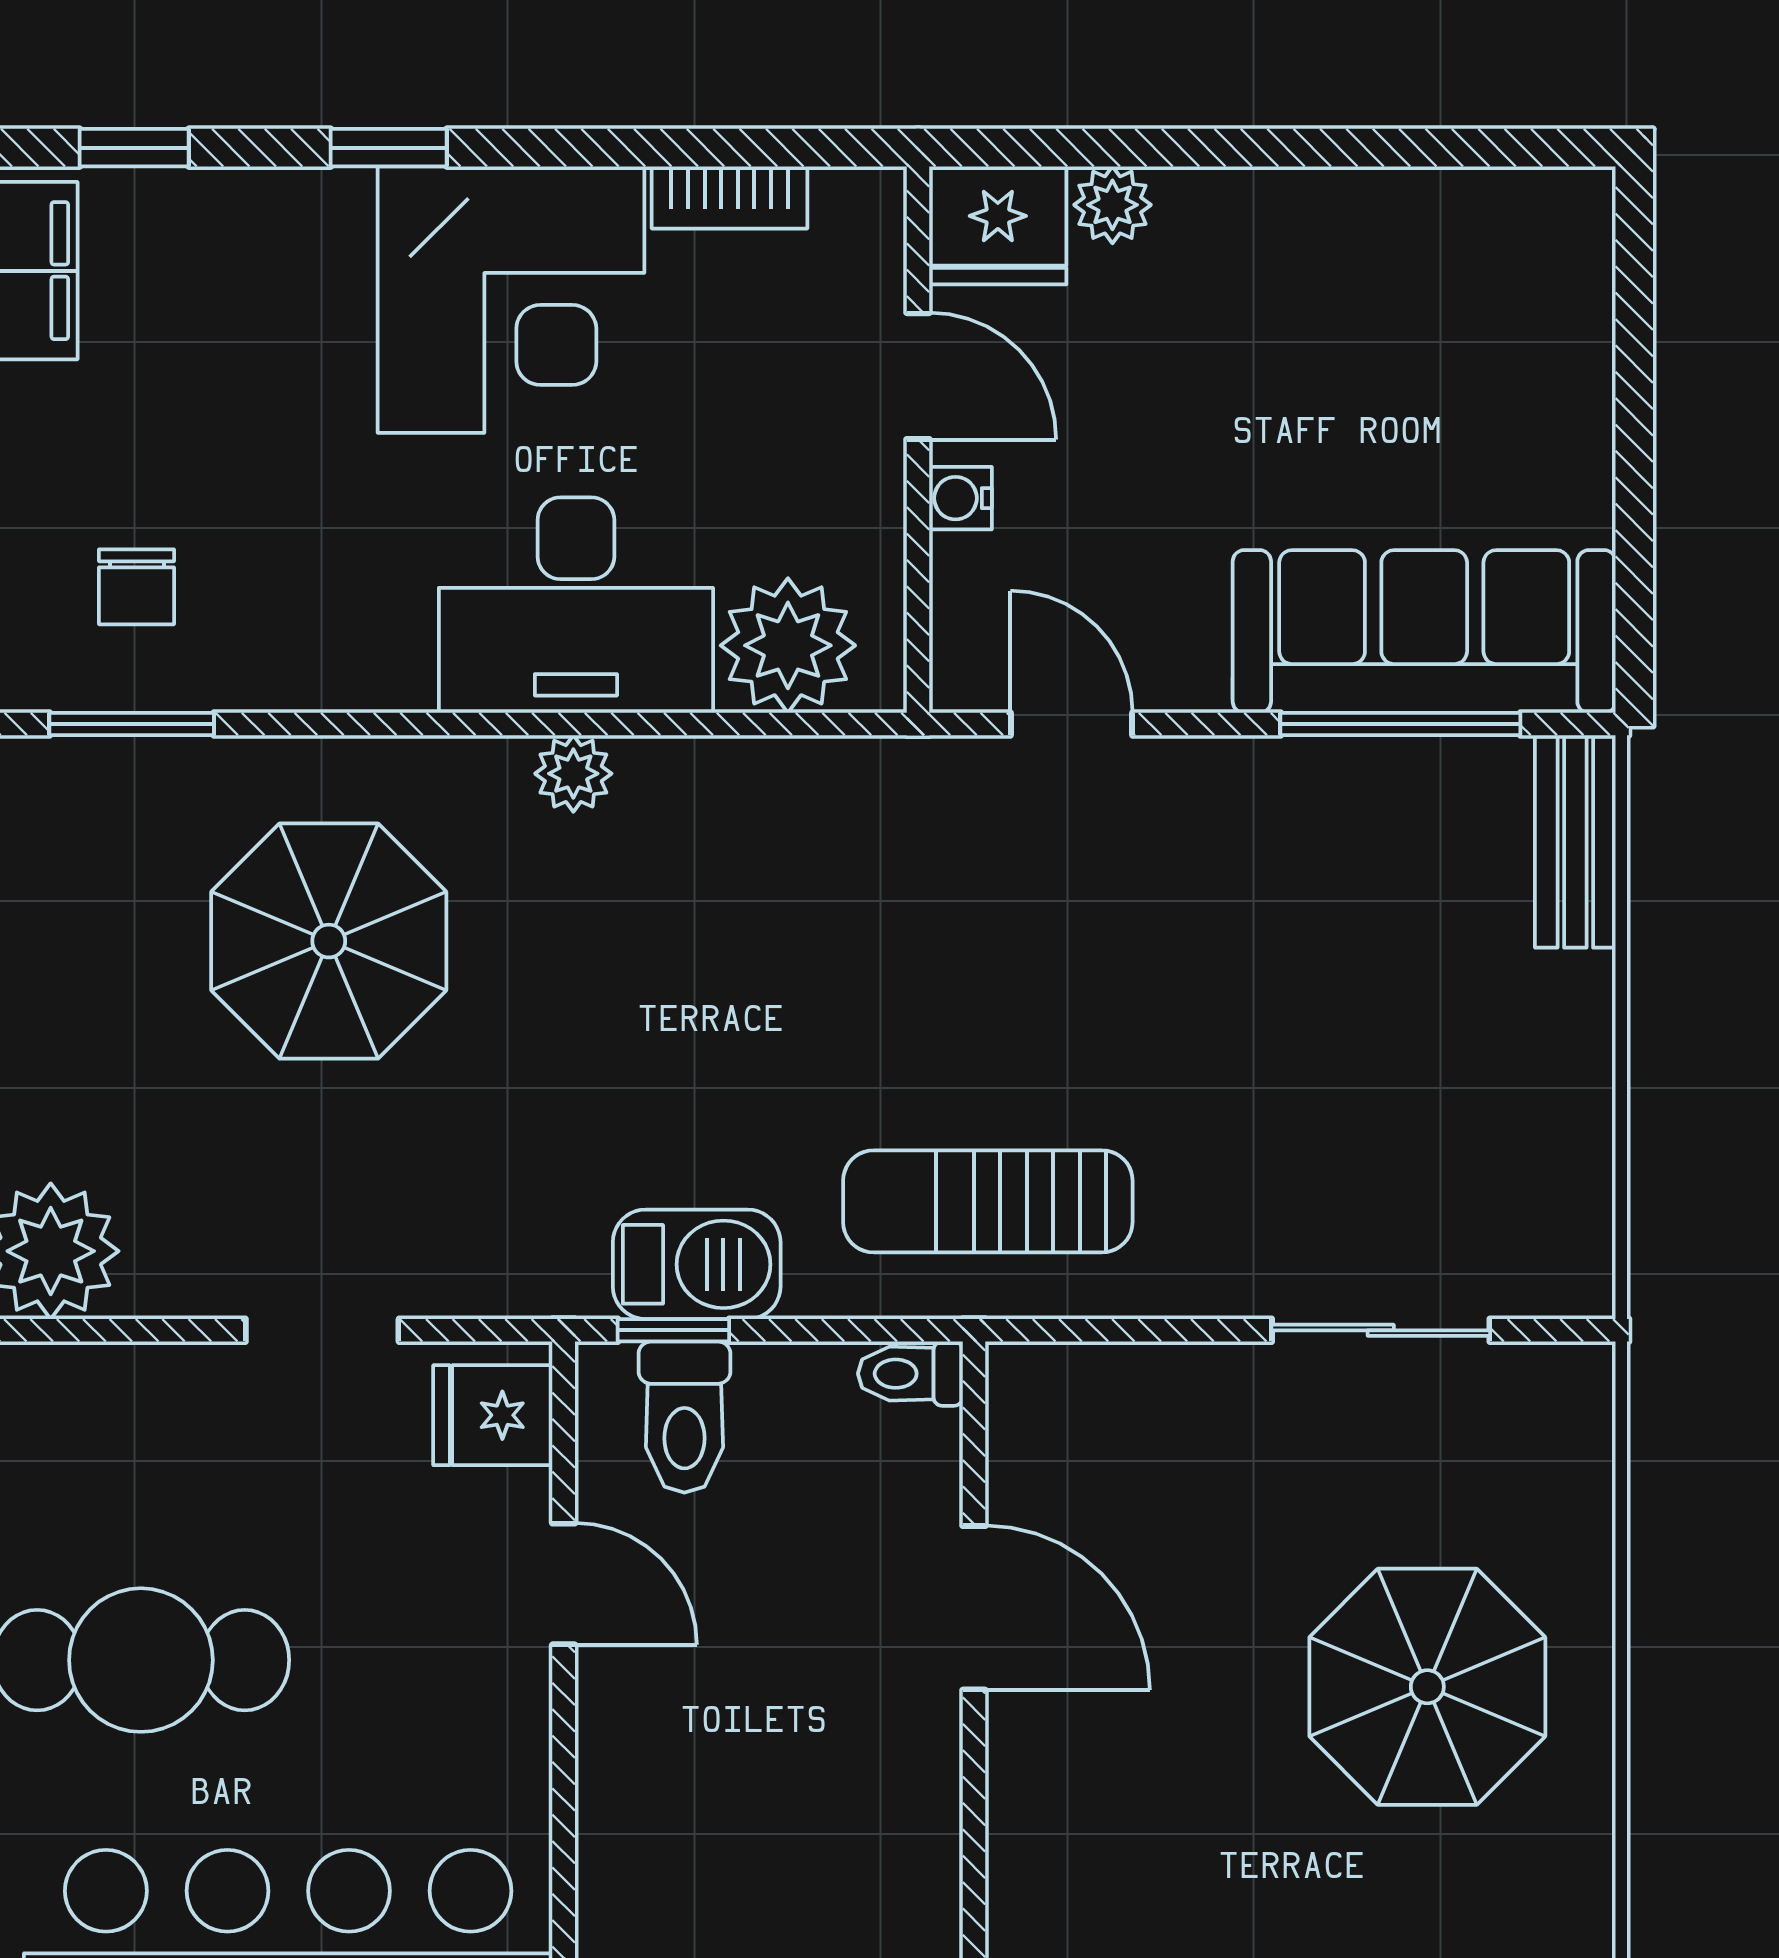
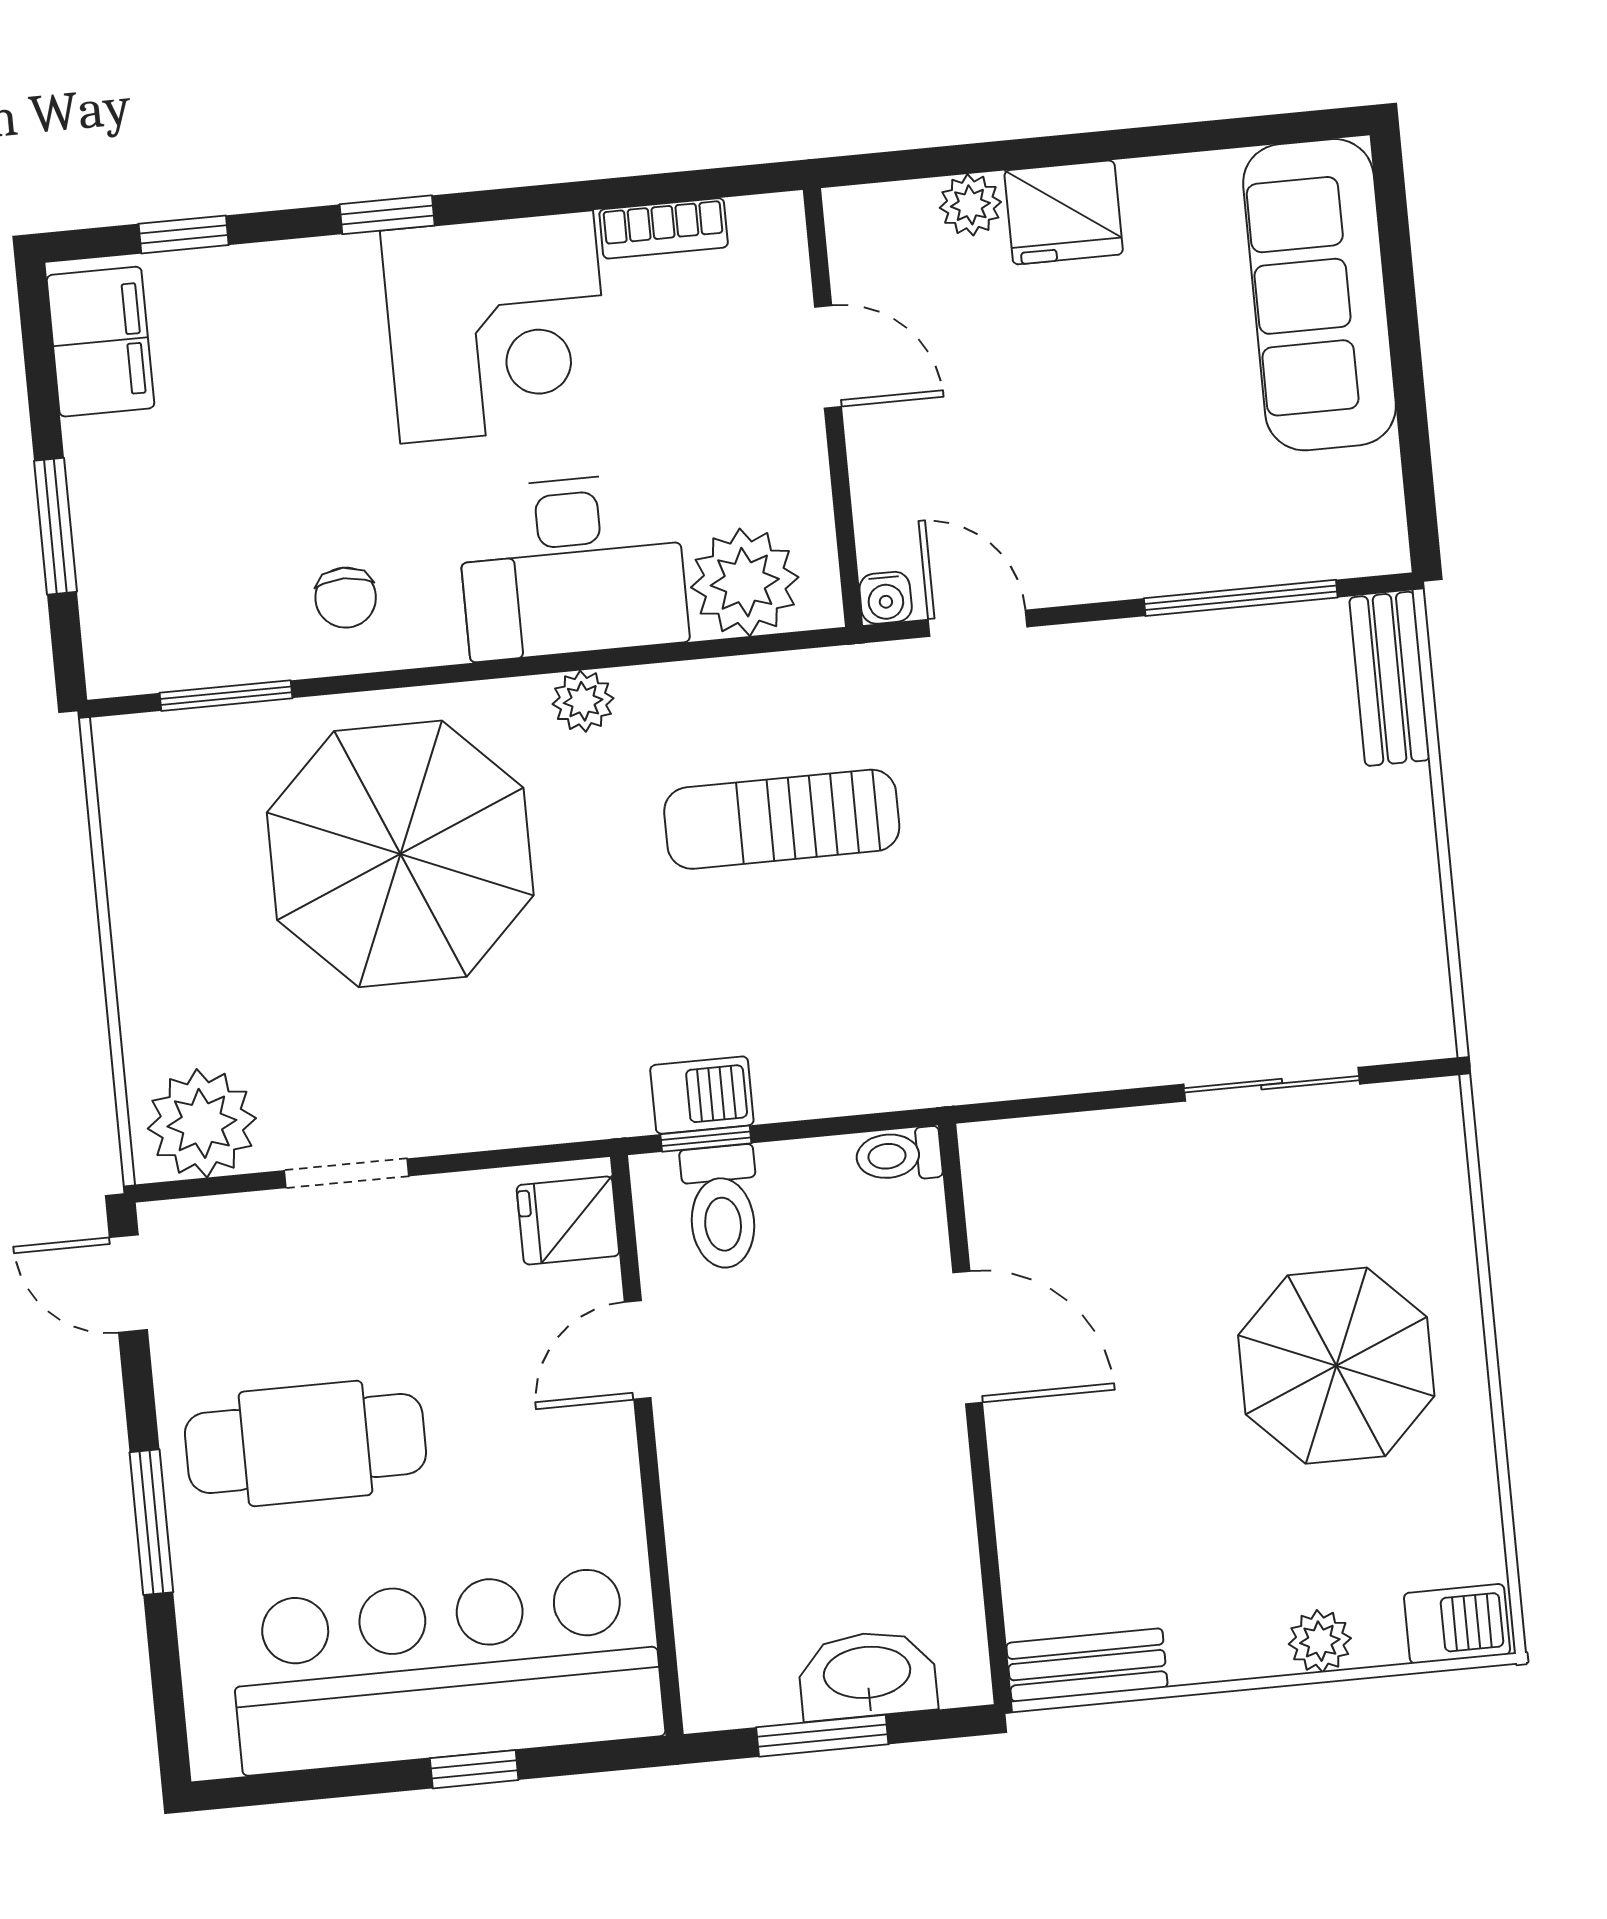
fridge: (998, 225) -> (1064, 212), moved
water cooler: (961, 498) -> (886, 598), moved, turned -90
chair: (137, 587) -> (346, 598), moved
sofa: (1424, 631) -> (1319, 295), moved, turned -90
parasol: (329, 941) -> (400, 854), width x1.36, depth x1.36
sun lounger: (988, 1201) -> (782, 819), moved
barbecue: (697, 1264) -> (702, 1095), width x0.73, depth x0.79
doorway: (322, 1330) -> (347, 1173), moved
door: (564, 1584) -> (638, 1350), swing flipped

